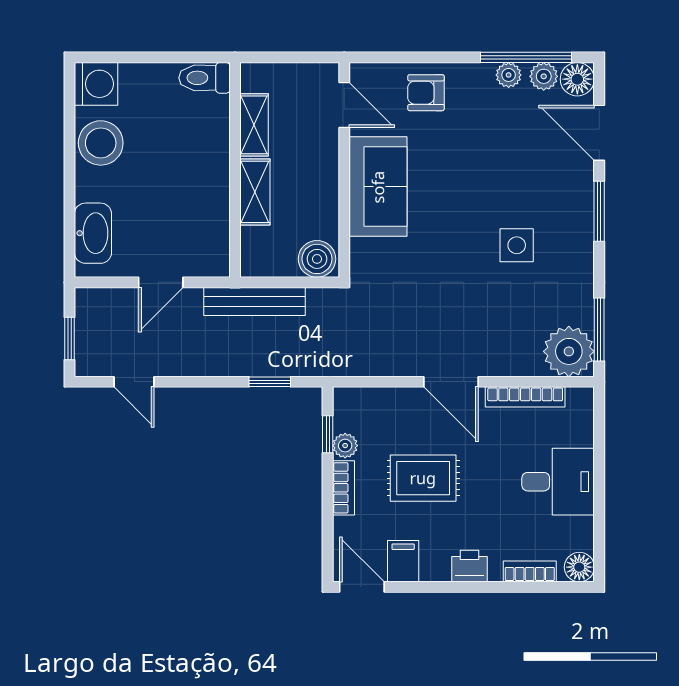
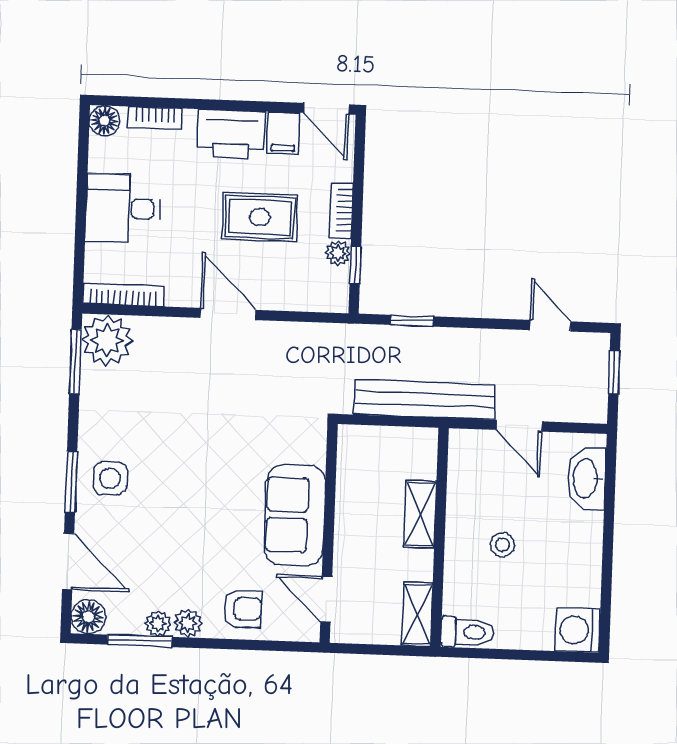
window: (526, 57) -> (140, 641), width x0.69
plant: (544, 76) -> (188, 623), moved
shelving: (254, 125) -> (417, 614), moved
stool: (101, 143) -> (502, 545), moved, width x0.53, depth x0.53
side table: (517, 245) -> (110, 478), moved
boiler: (317, 259) -> (360, 444), removed
door: (161, 282) -> (519, 426), swing flipped
bench: (255, 302) -> (425, 400), width x1.37, depth x1.21
bookcase: (525, 397) -> (123, 295), moved
printer: (469, 566) -> (231, 134), width x1.87, depth x1.48

